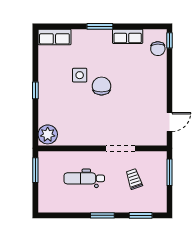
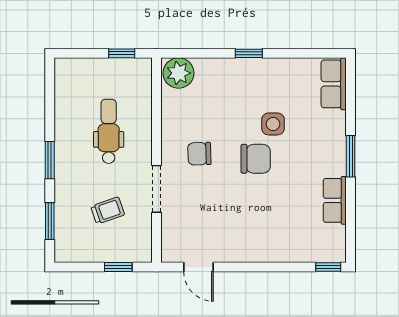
chair: (158, 49) -> (199, 154), moved
window: (35, 170) -> (122, 53), width x0.67
window: (169, 172) -> (118, 267), width x0.67

